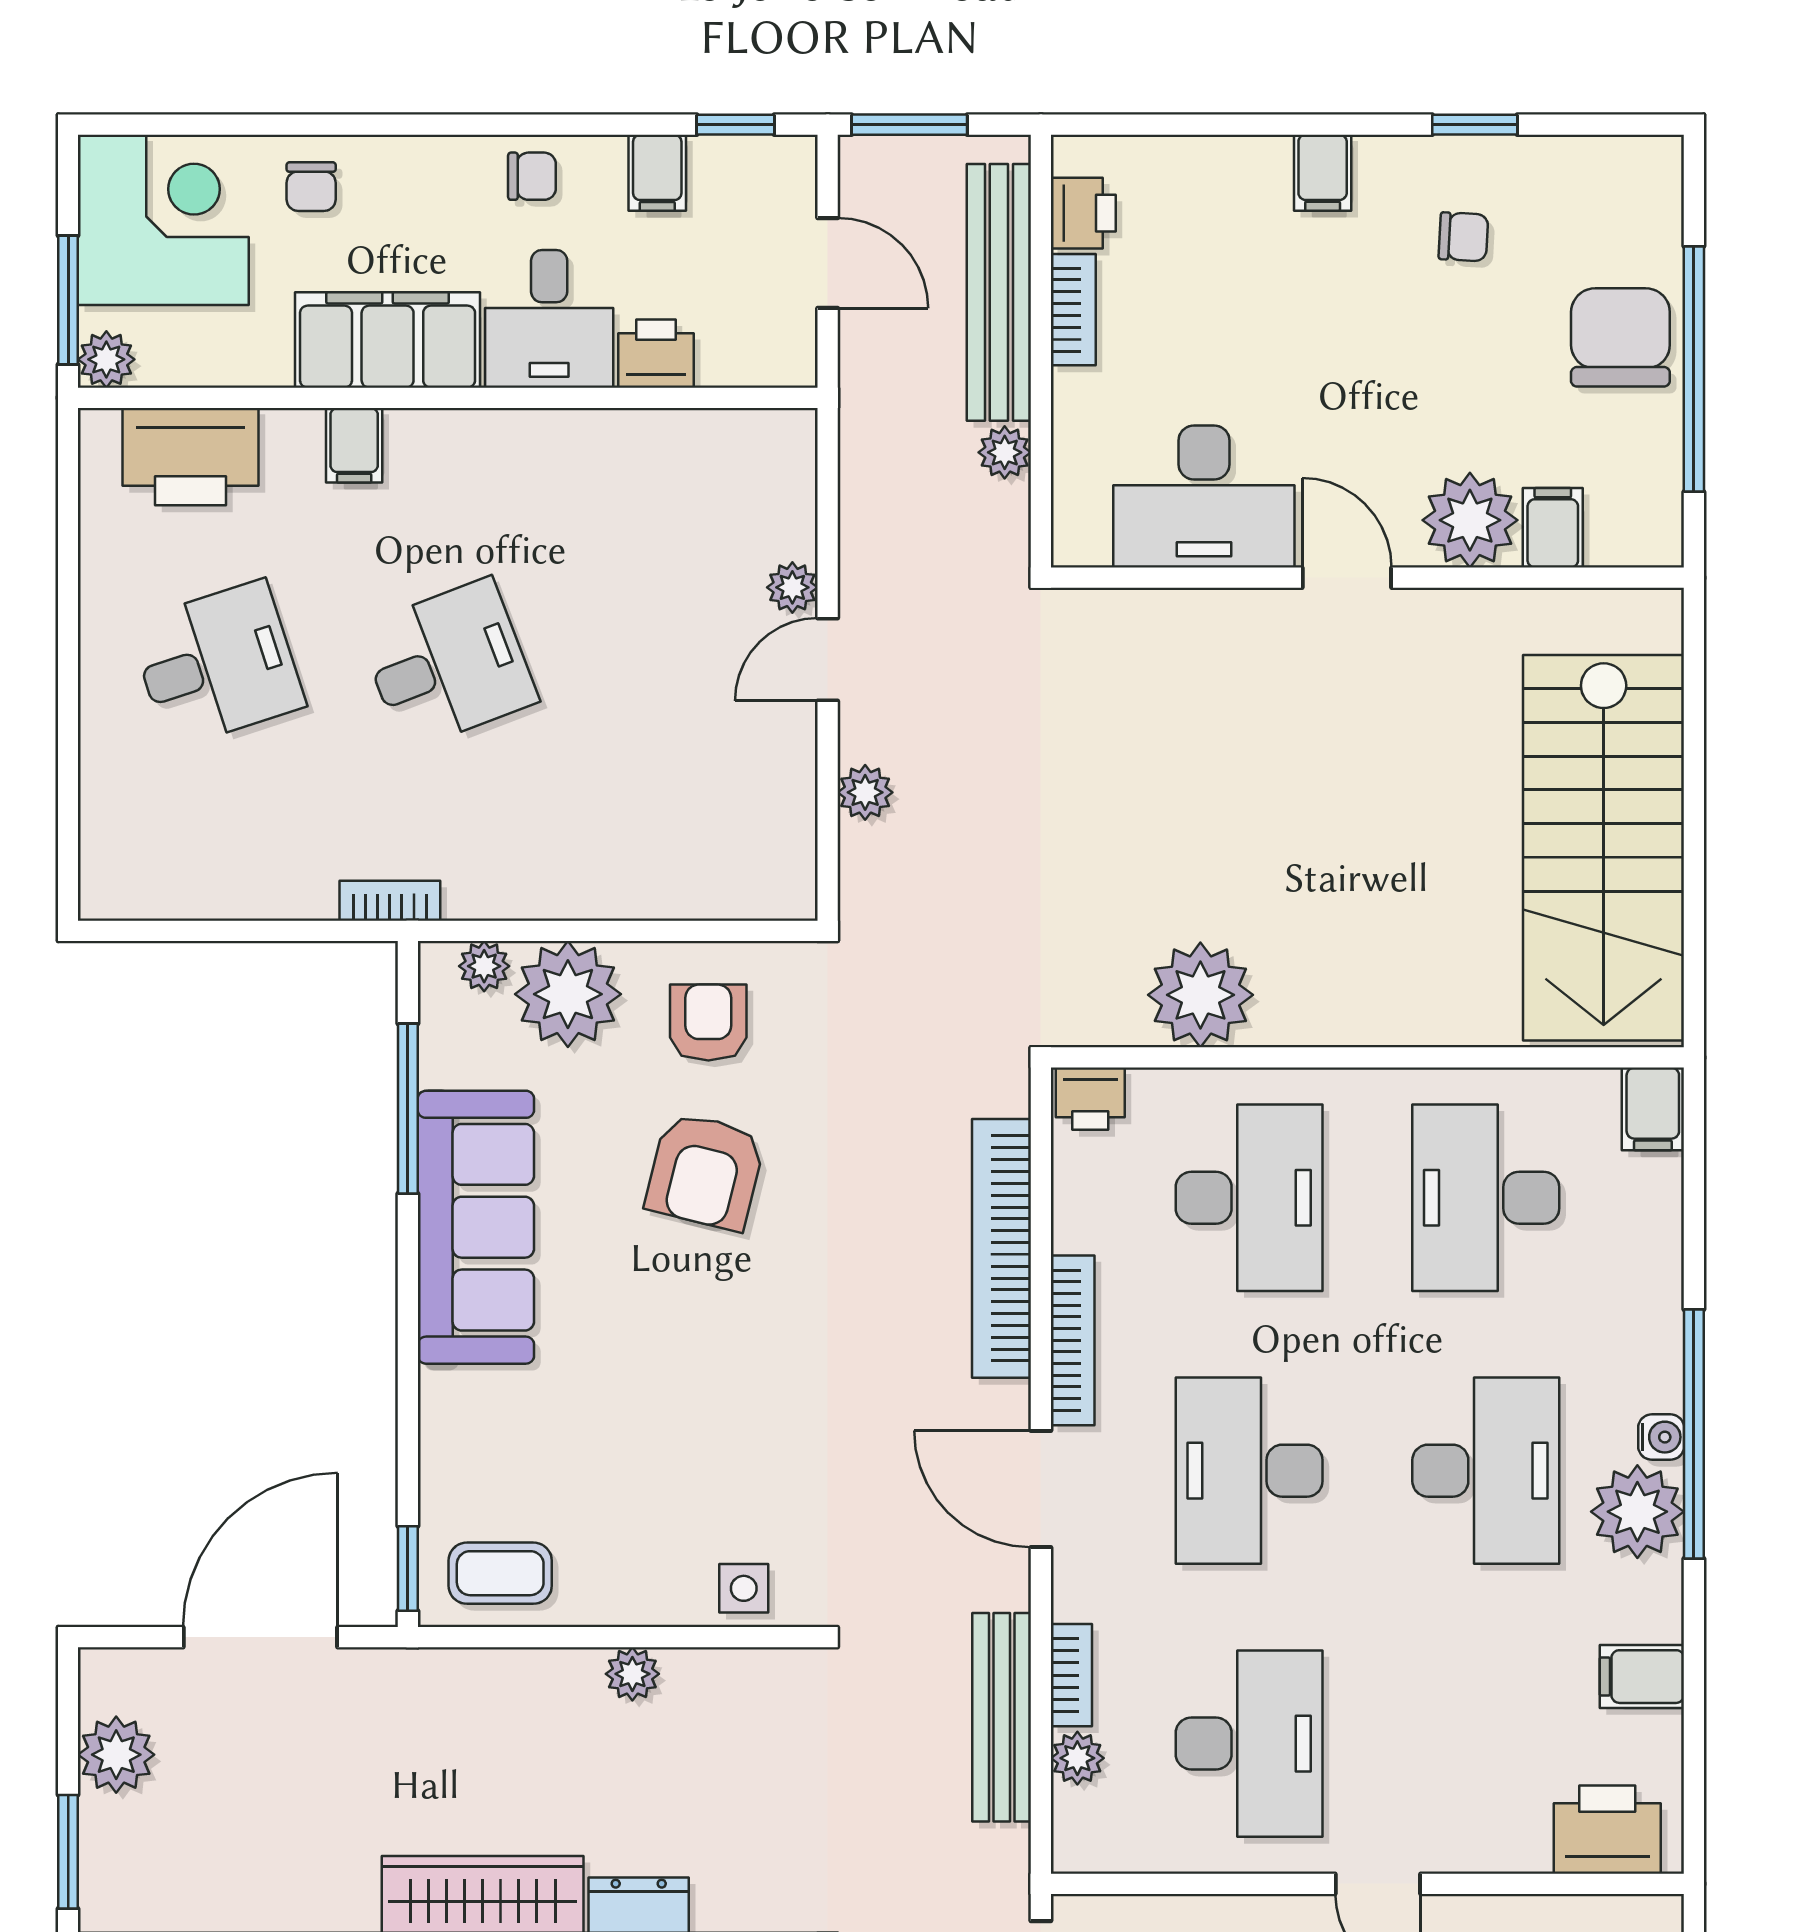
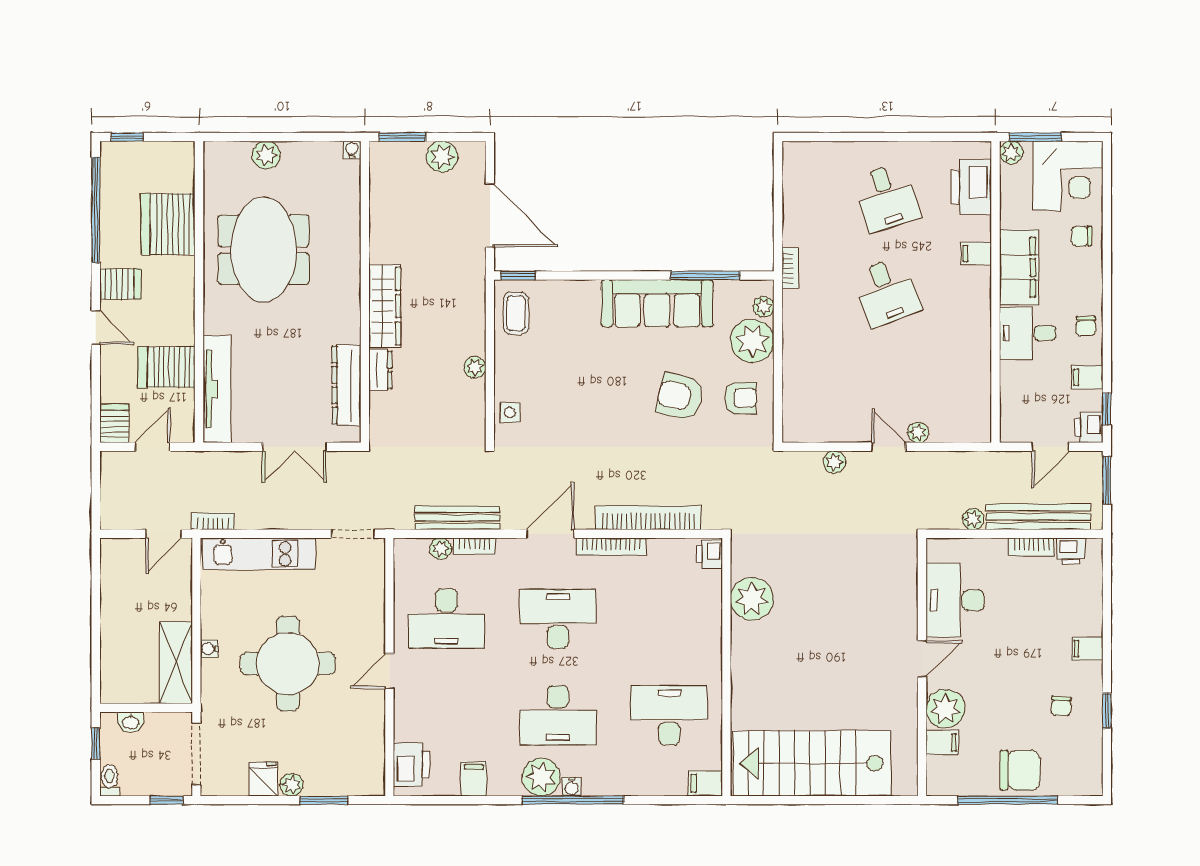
printer: (656, 354) -> (1089, 427), moved, turned 180
desk: (1249, 1198) -> (669, 619), removed

